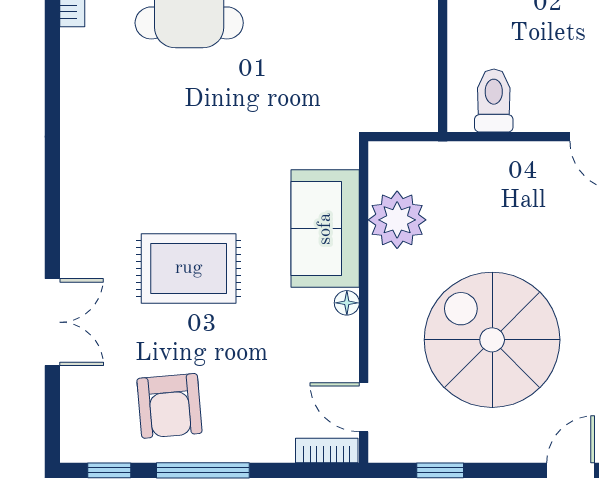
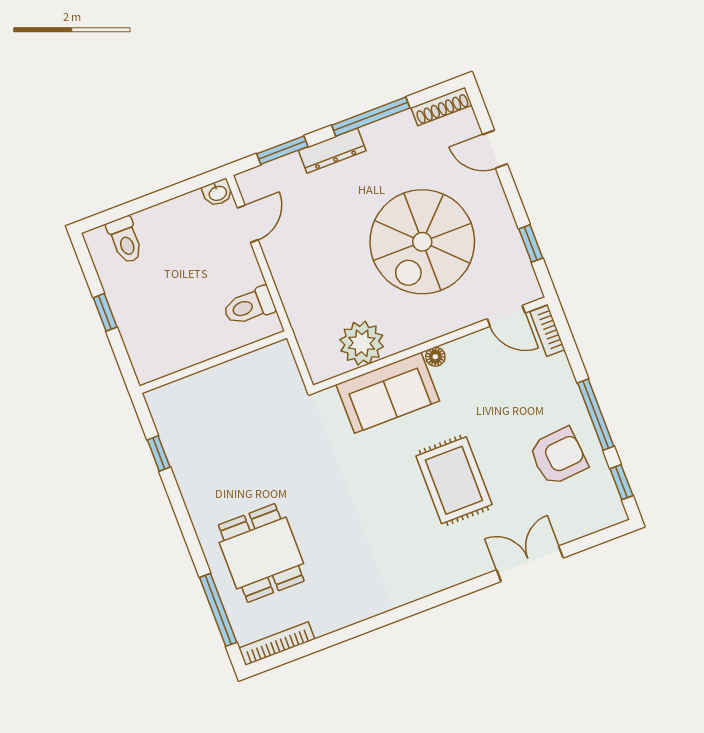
door: (364, 407) -> (506, 316), hinge flipped

